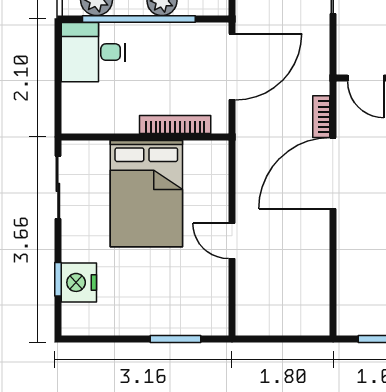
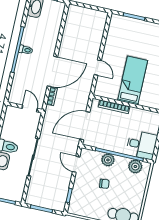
bed: (146, 194) -> (133, 80), width x0.67
door: (232, 241) -> (98, 68), moved

